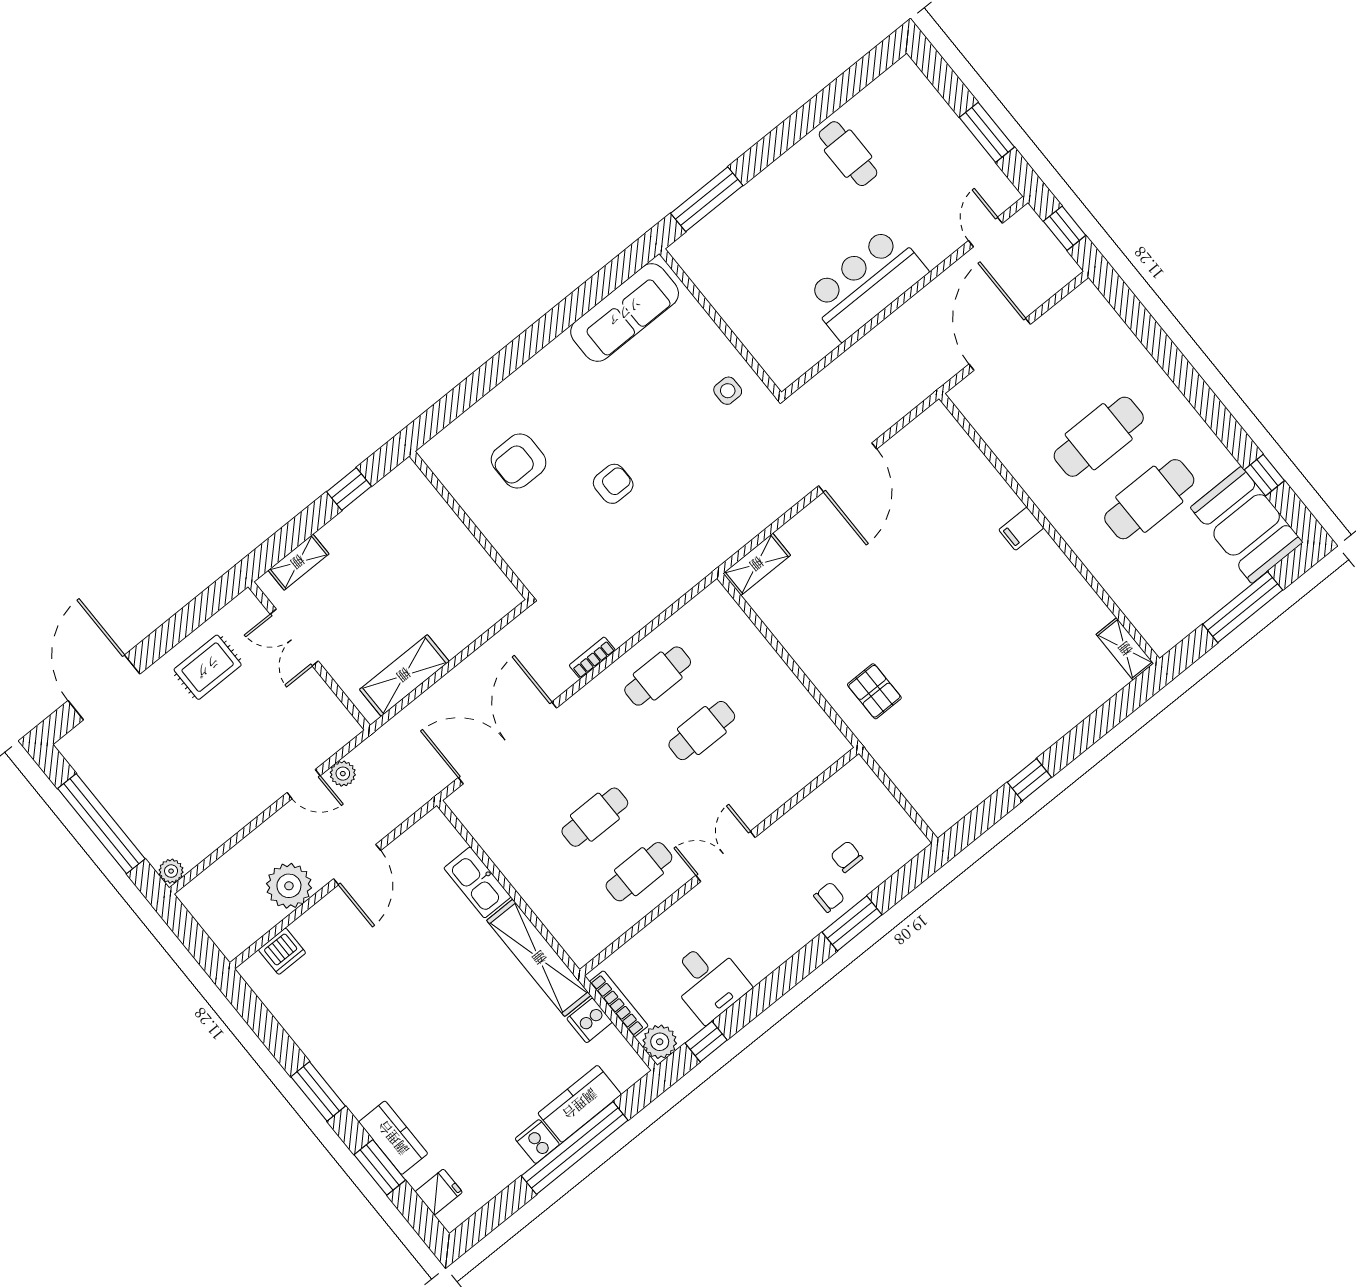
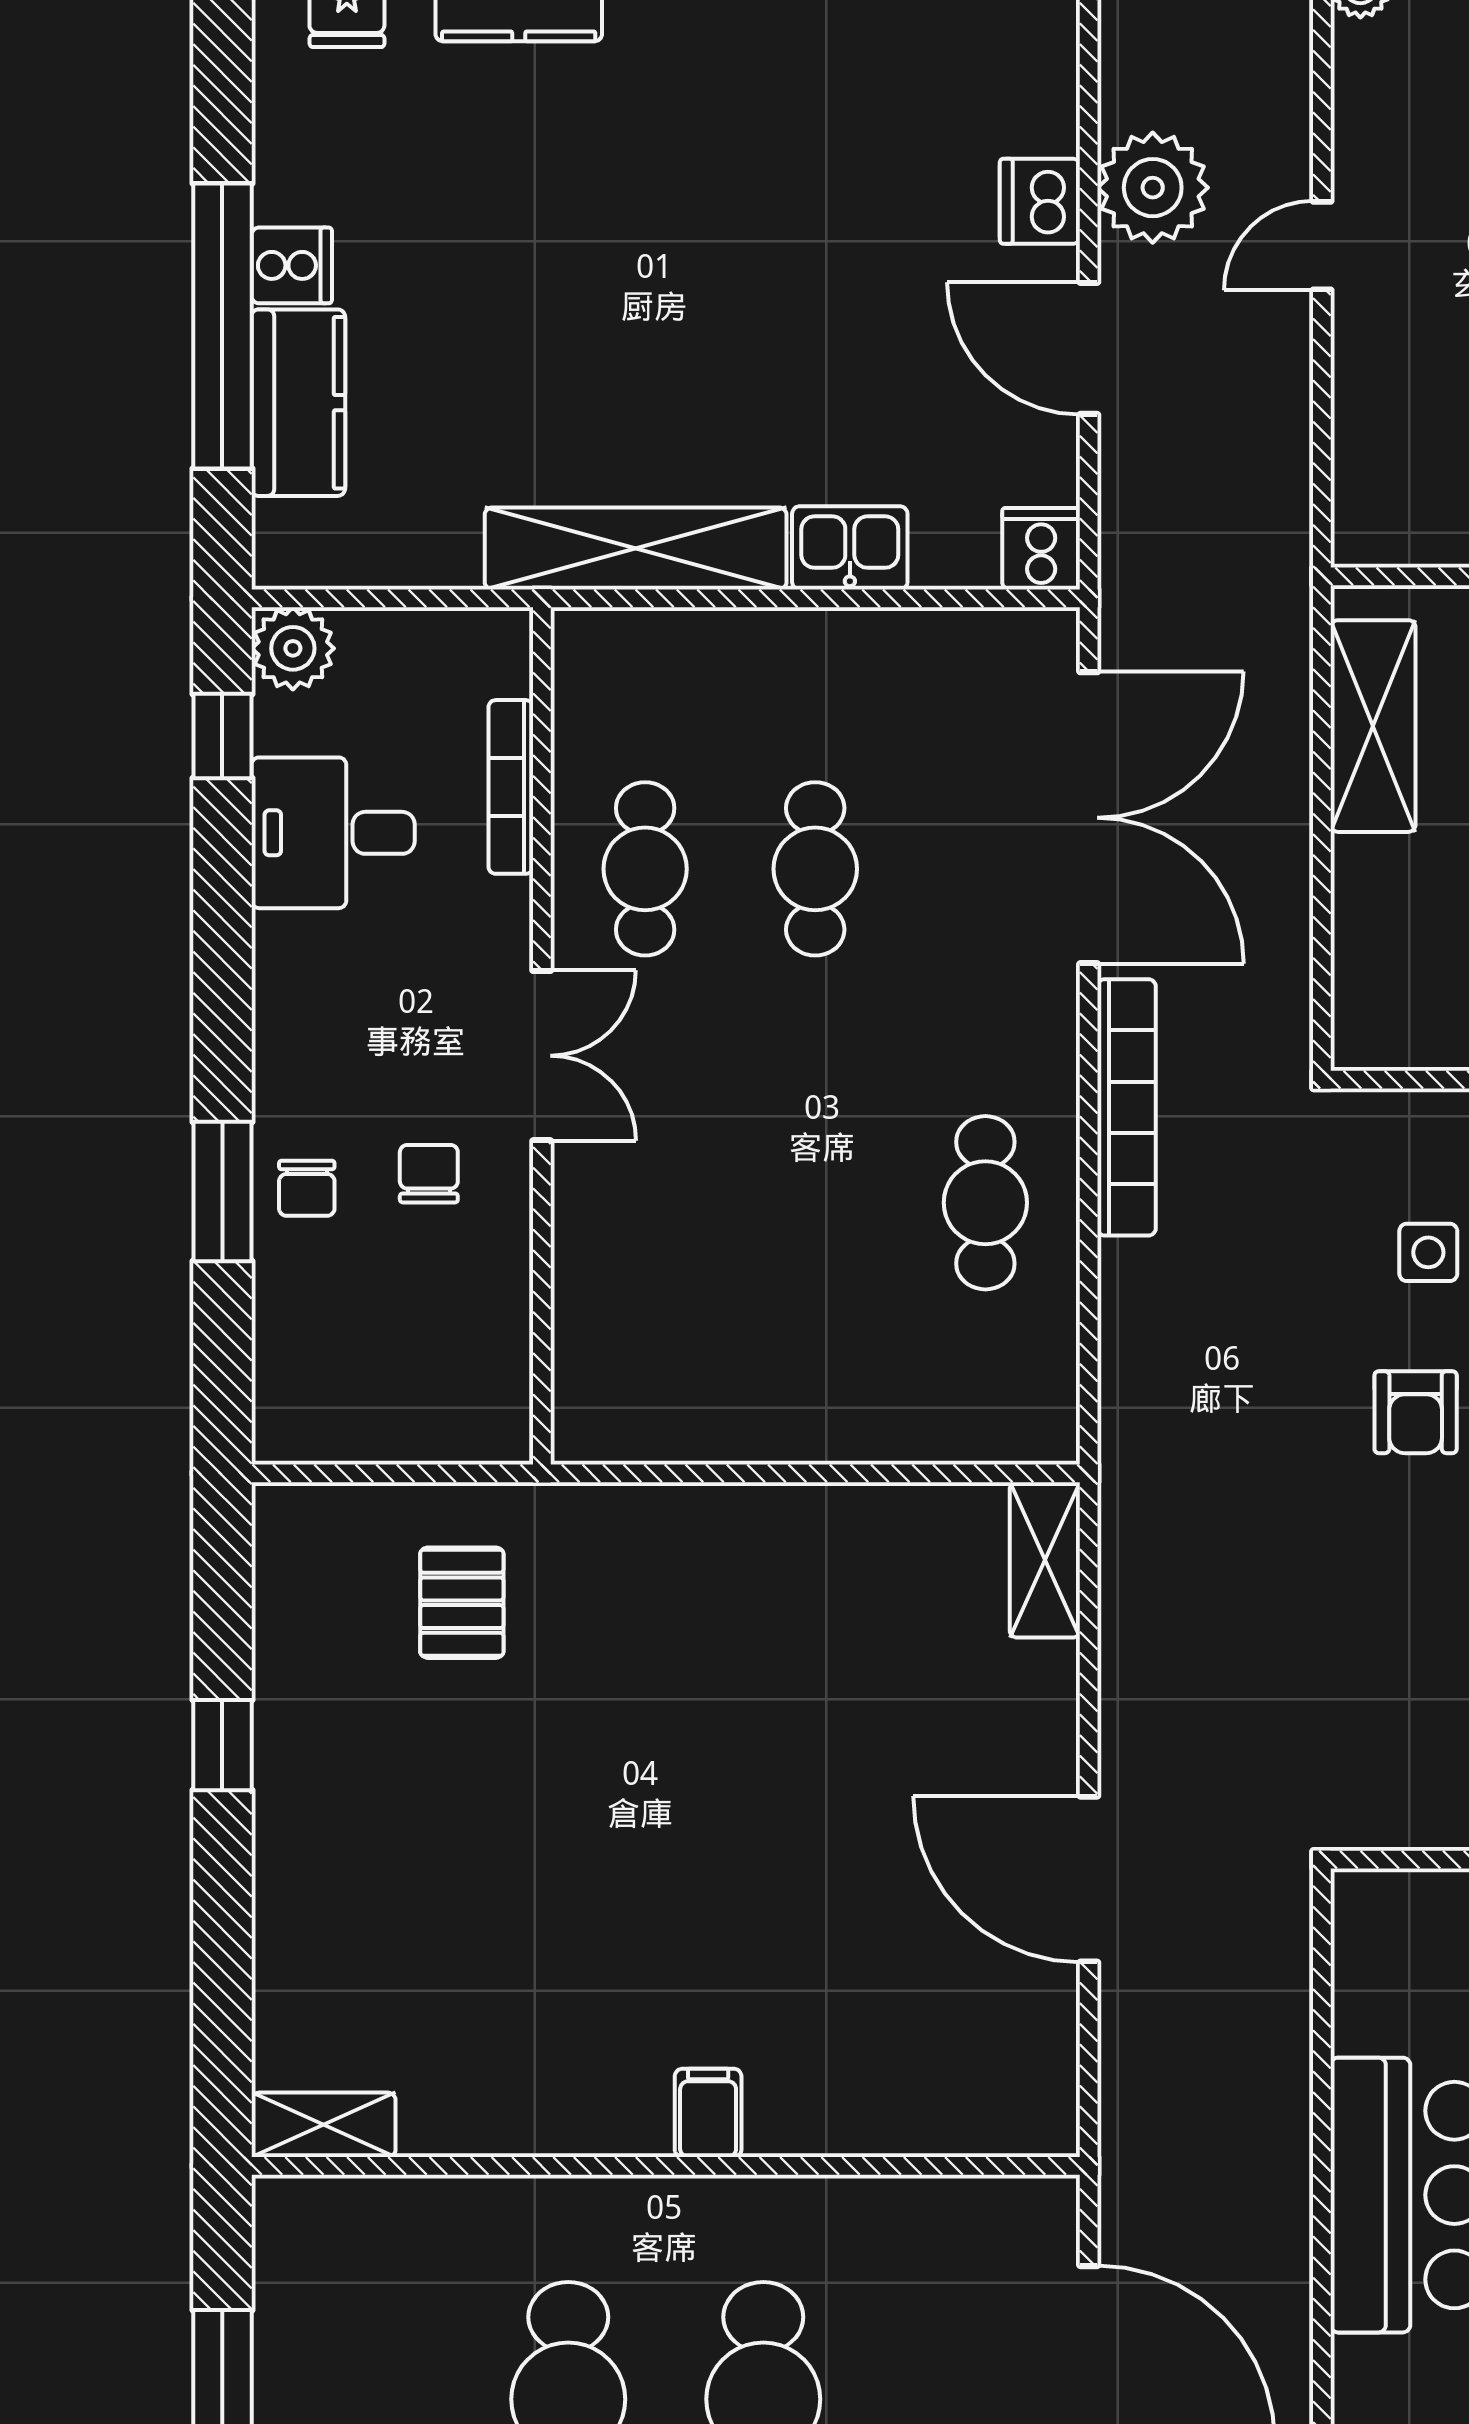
side table: (728, 391) -> (1428, 1252), moved
bookcase: (592, 658) -> (1127, 1107), width x2.31, depth x1.31
pallet: (874, 691) -> (462, 1603), moved, turned 90
cafe table: (702, 731) -> (815, 1203), removed
plant: (343, 774) -> (1282, 460), removed
door: (304, 784) -> (1322, 246), moved
chair: (847, 857) -> (429, 1174), moved, turned -90
kitchen sink: (477, 882) -> (850, 548), width x0.73
dishwasher: (282, 951) -> (1040, 201), moved
bookcase: (619, 1004) -> (511, 787), moved, turned 90
cooker: (590, 1020) -> (1041, 549), moved

